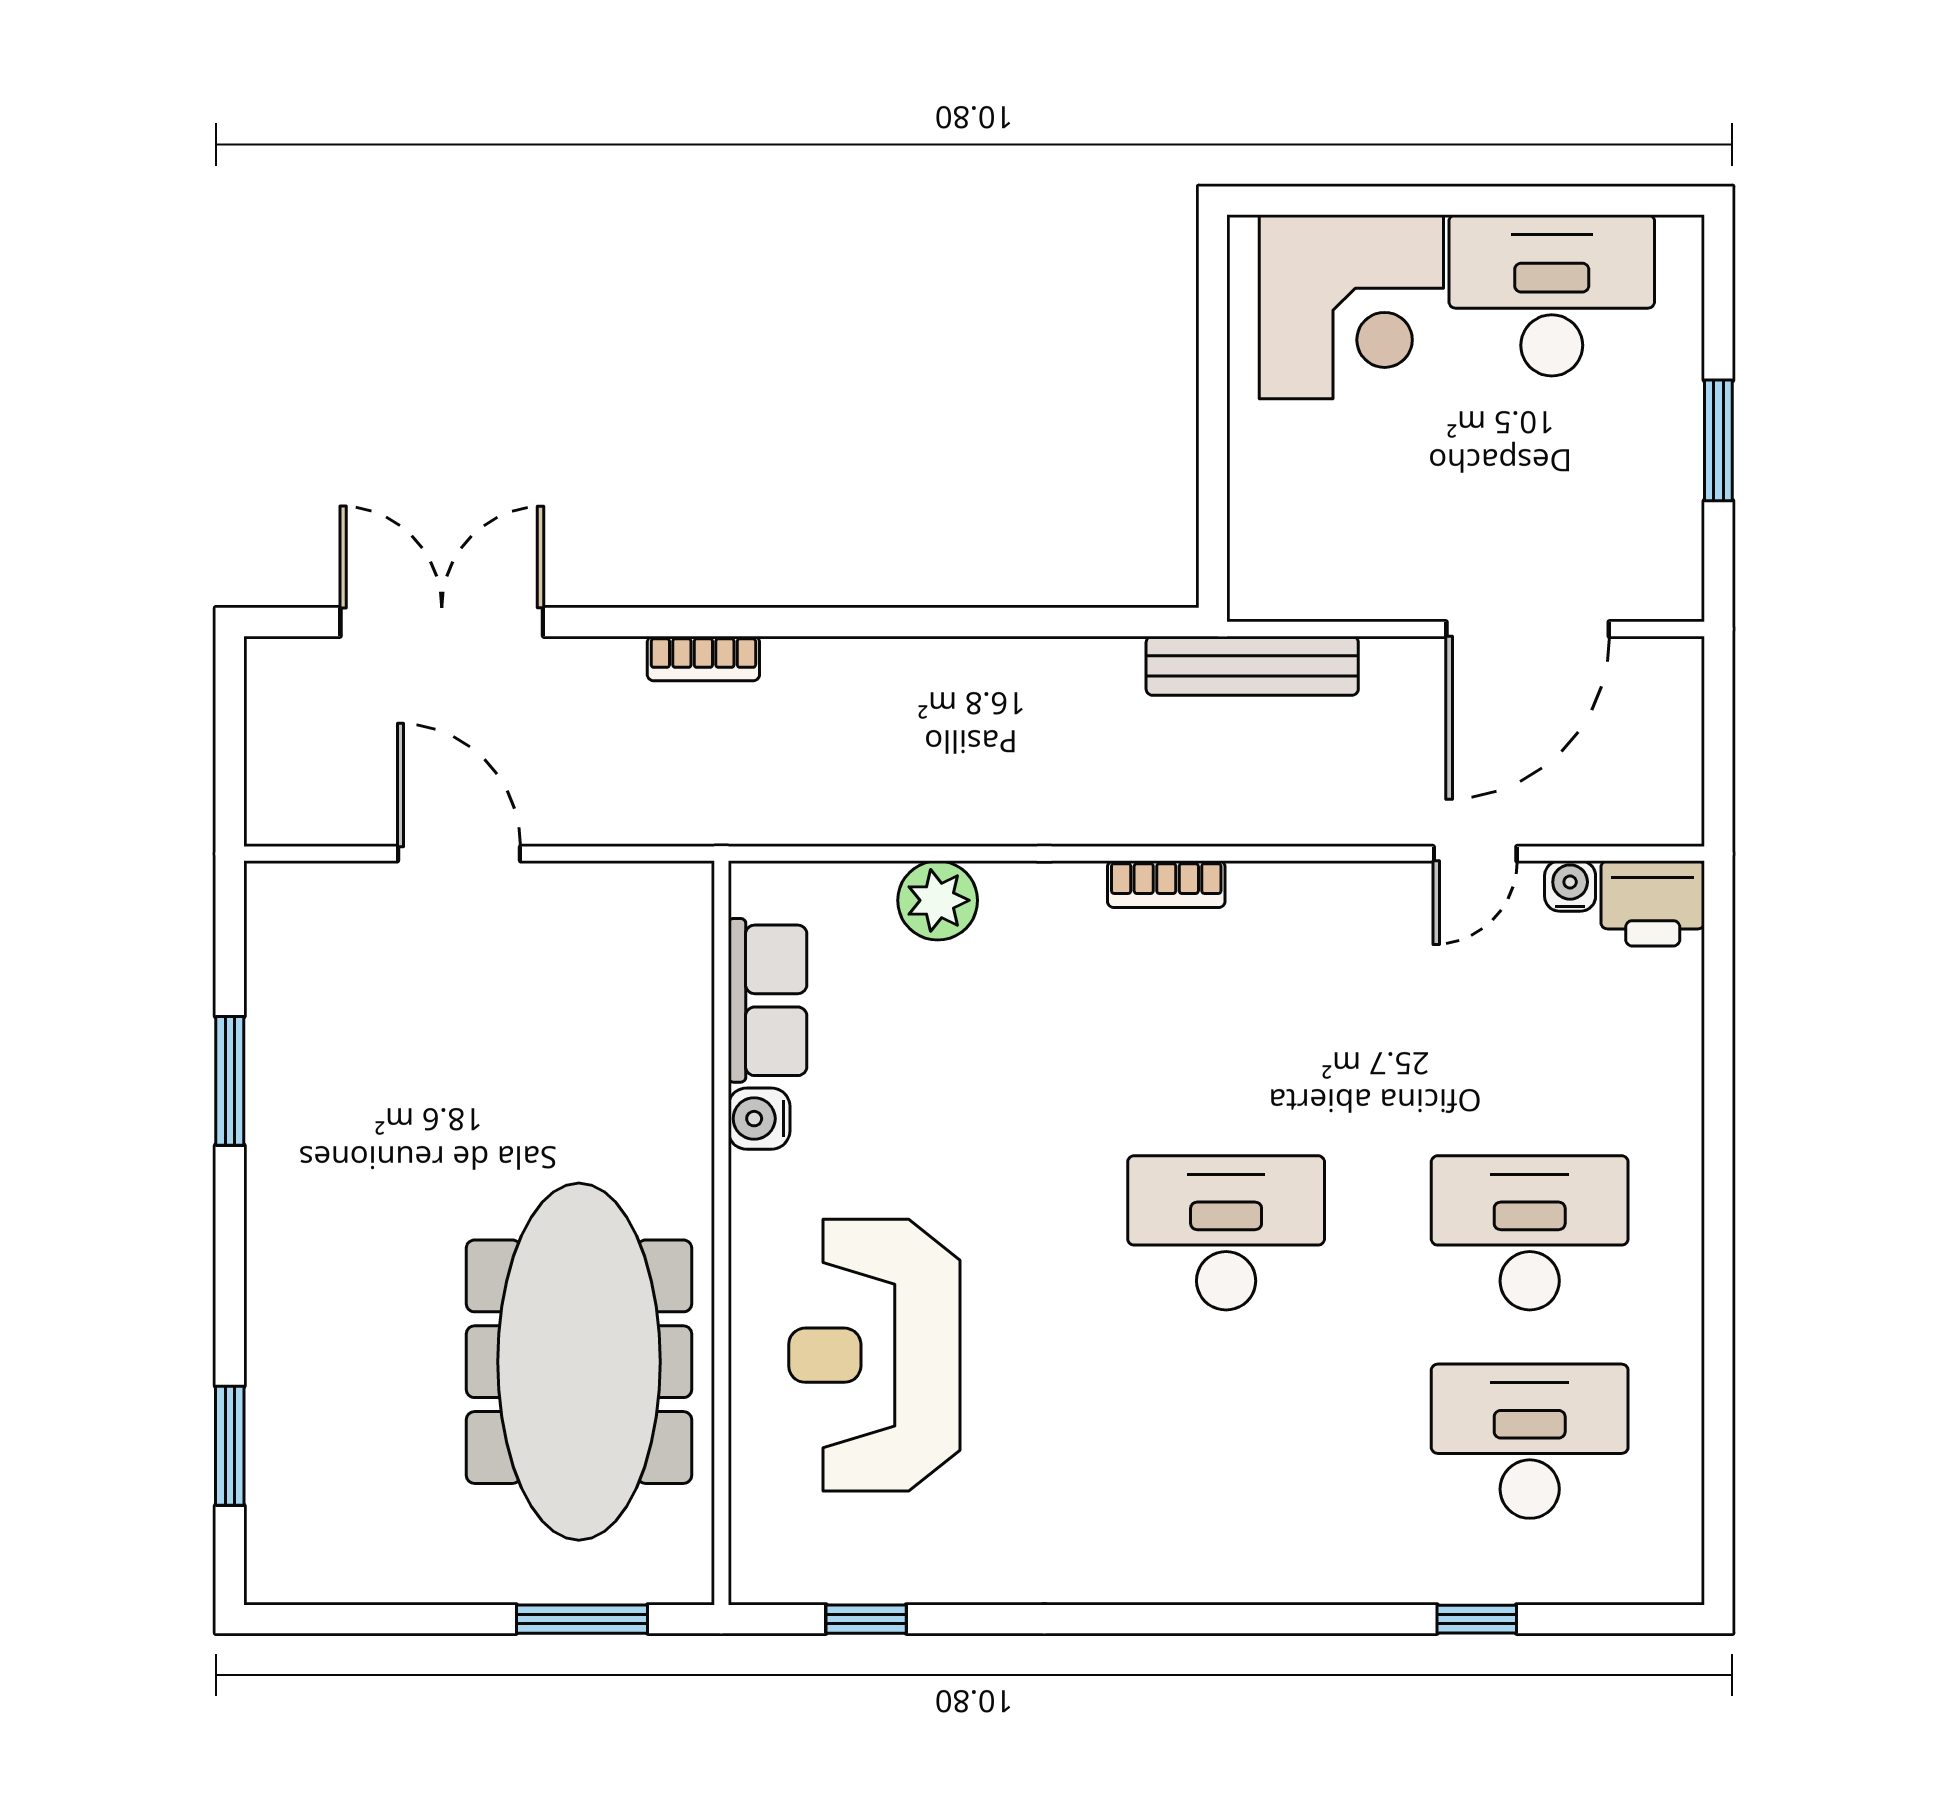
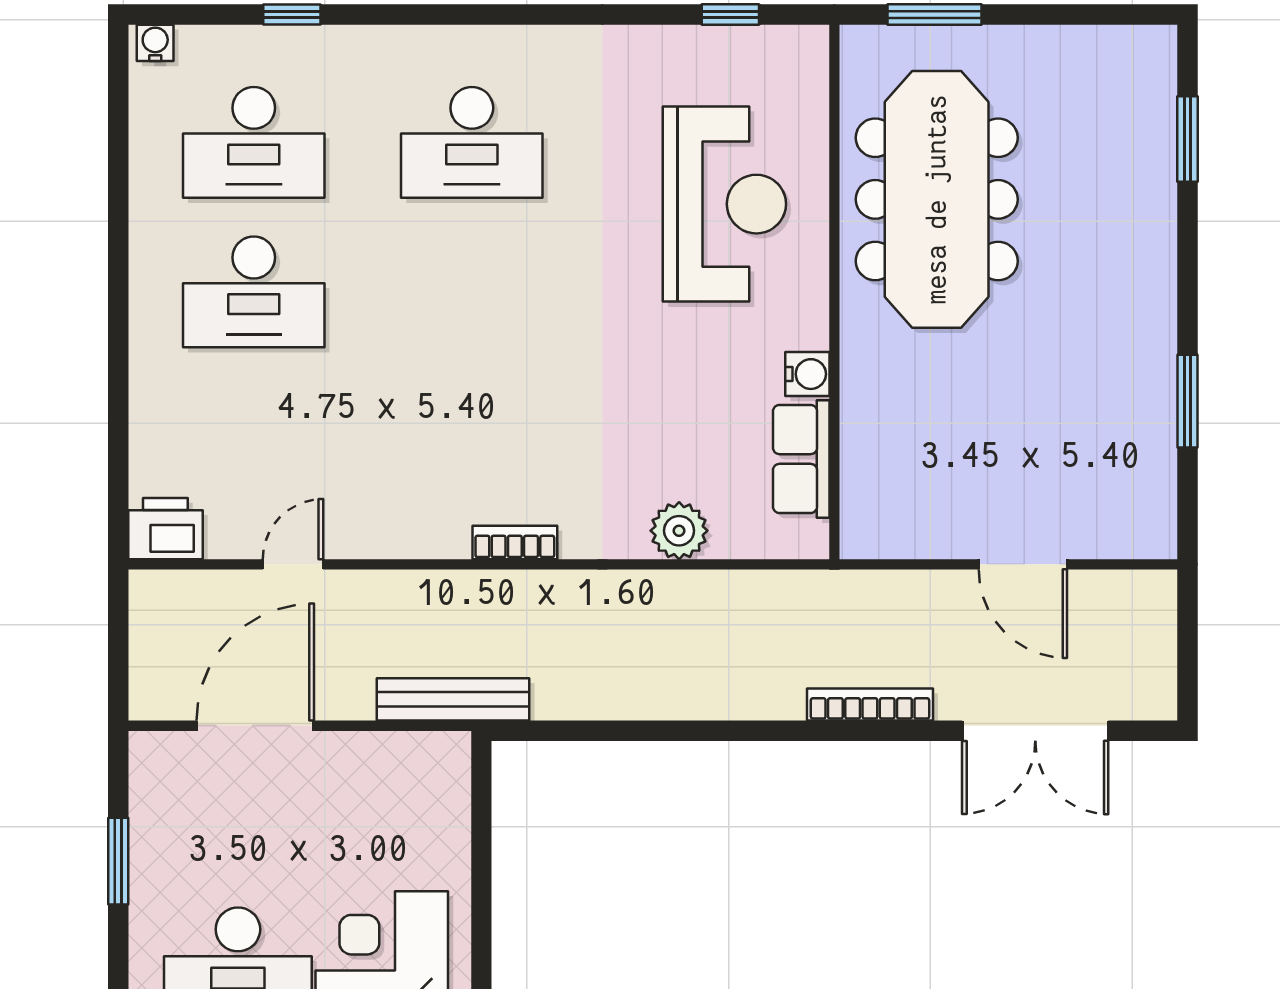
bookcase: (703, 658) -> (870, 705), width x1.56
water cooler: (1570, 886) -> (155, 43), moved, turned 180
desk: (1226, 1233) -> (472, 142), moved

